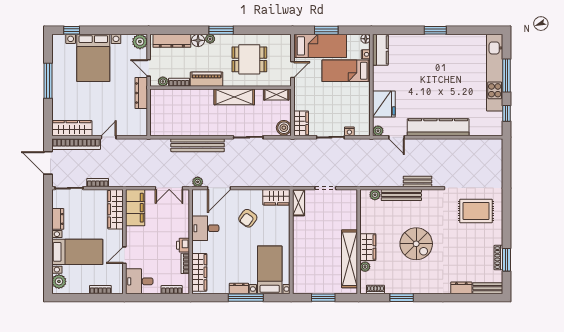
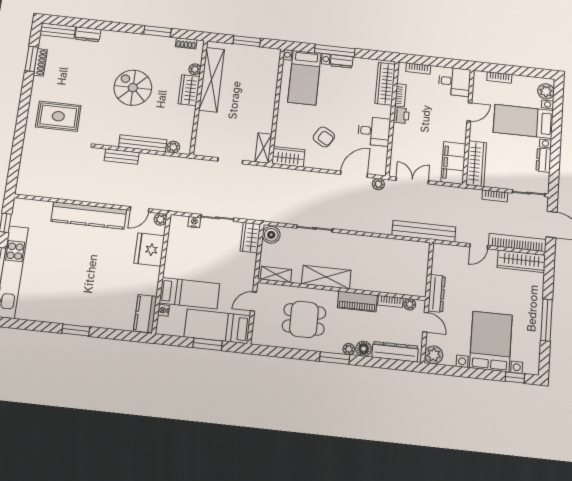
floor lamp: (366, 39) -> (161, 329), removed
door: (396, 137) -> (140, 209), swing flipped
bench: (198, 145) -> (424, 231), moved
armchair: (248, 218) -> (324, 137), turned 84

